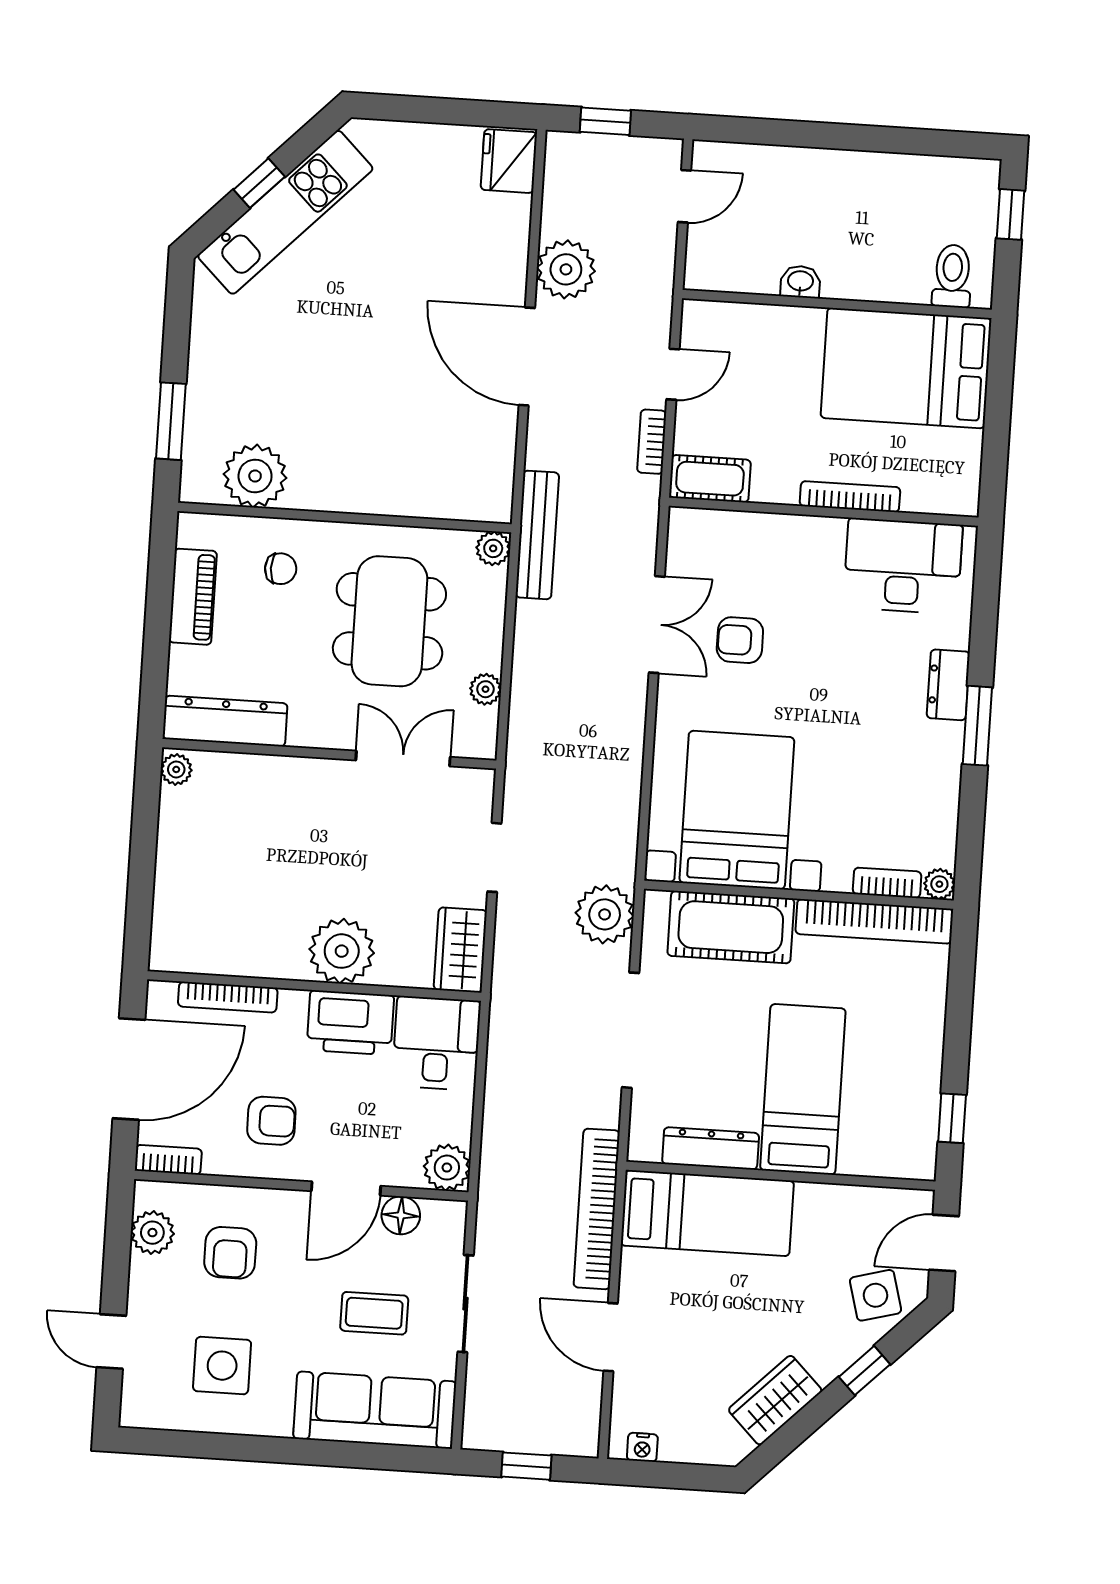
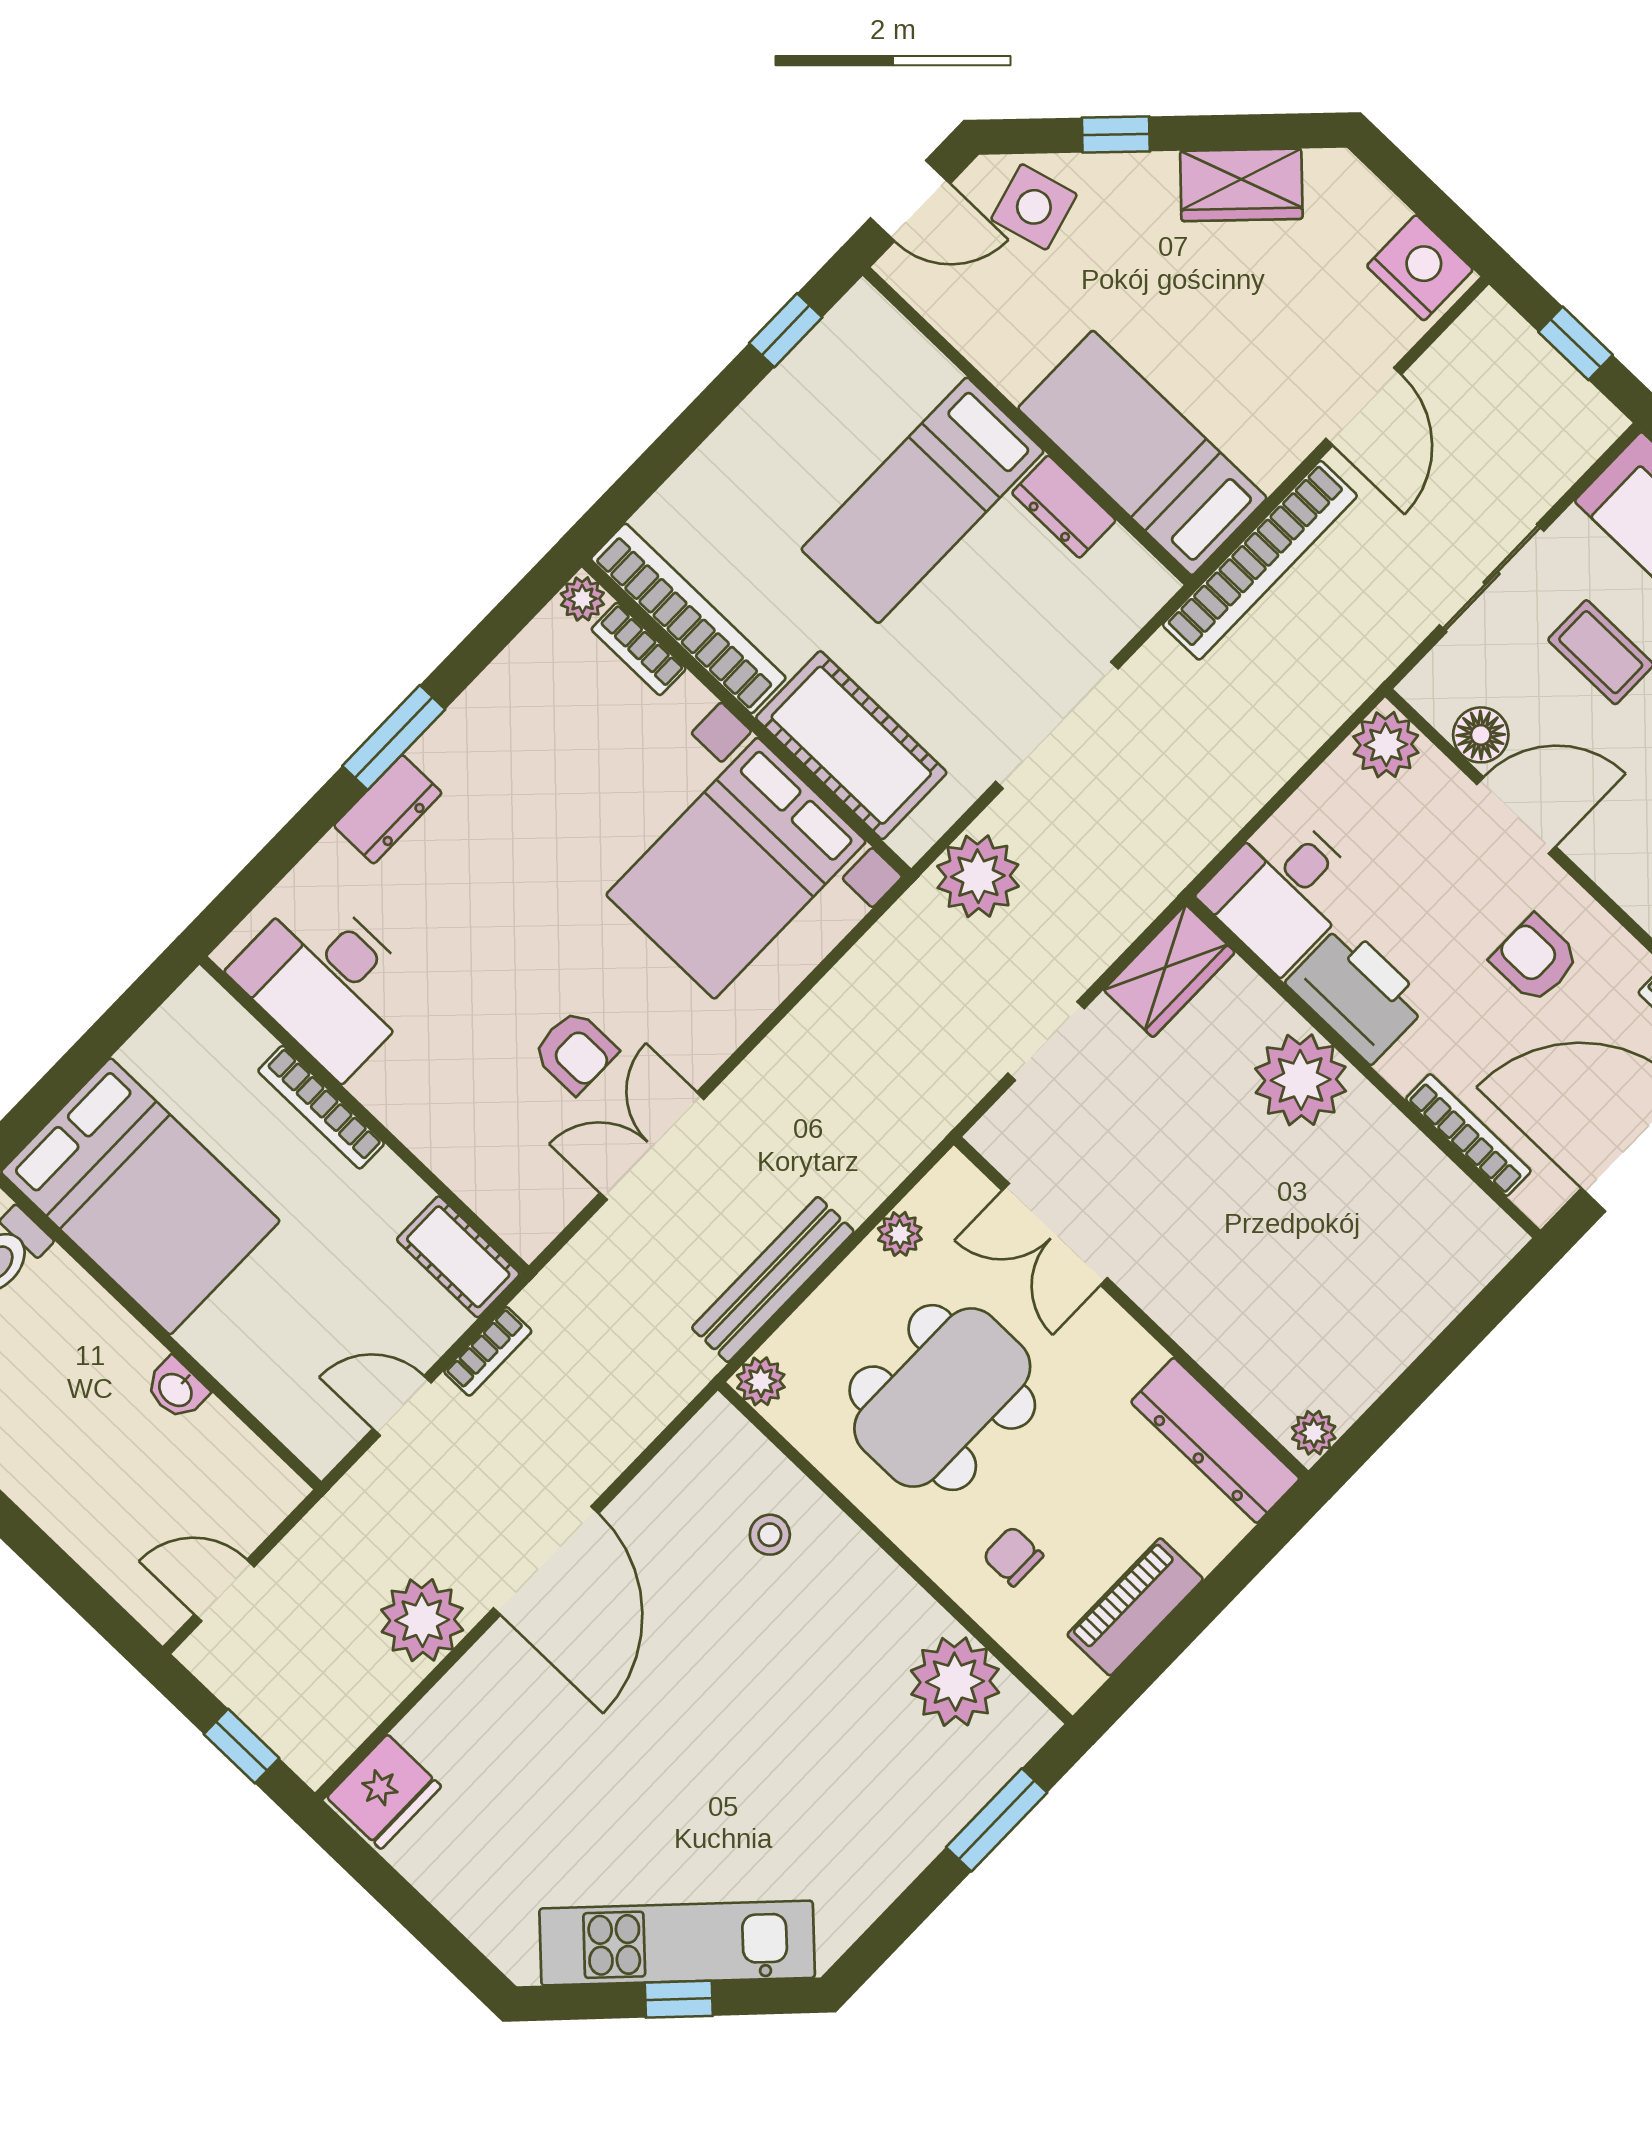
stool: (419, 471) -> (770, 1535), added
bench: (537, 535) -> (773, 1279), moved
dresser: (711, 1148) -> (1064, 507), width x0.70
nightstand: (642, 1447) -> (1420, 268), width x1.89, depth x1.79

